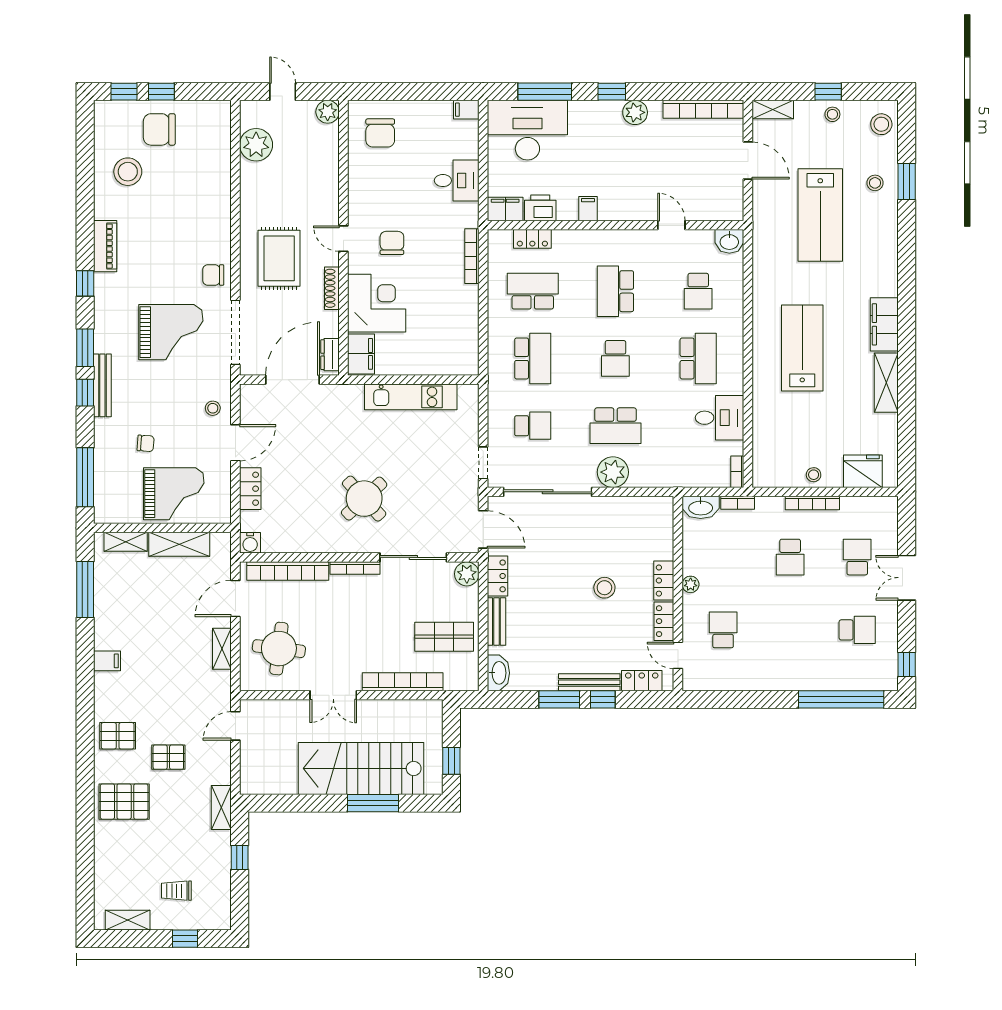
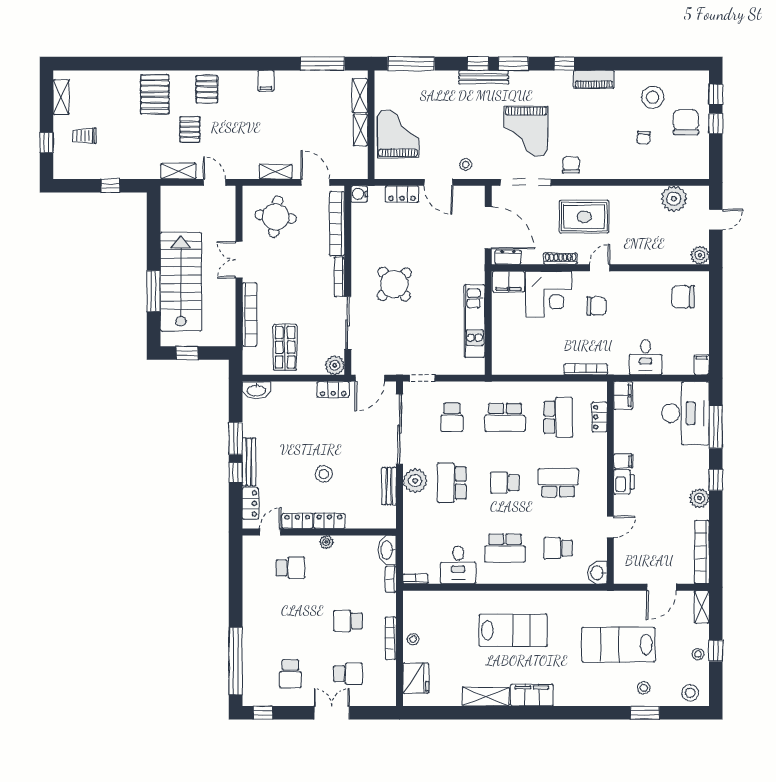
printer: (540, 208) -> (624, 482), moved
chair: (146, 443) -> (644, 138), moved
grand piano: (174, 494) -> (398, 134), turned 180
shelving: (179, 544) -> (361, 130), width x0.67, depth x0.75
bench: (496, 622) -> (389, 486), moved, turned 90
shelving: (221, 808) -> (179, 171), moved
trolley: (176, 891) -> (84, 136), turned -90

